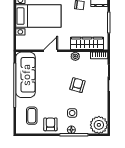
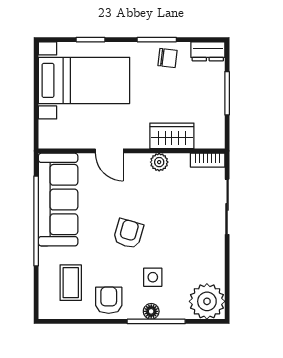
wardrobe: (87, 43) -> (172, 136), width x0.67
door: (51, 51) -> (109, 151), swing flipped
armchair: (77, 85) -> (128, 234), moved

